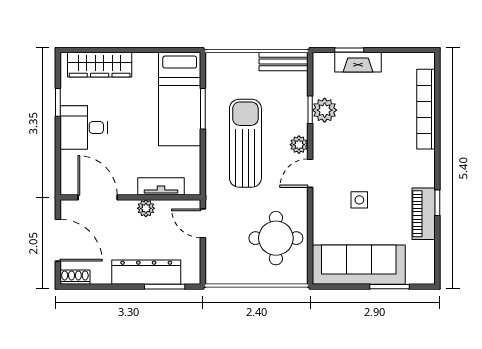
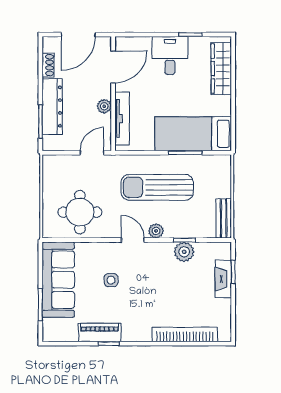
sun lounger: (245, 143) -> (157, 187), turned 180
tv unit: (161, 186) -> (122, 119), width x1.41
shoe rack: (75, 277) -> (48, 65), moved

